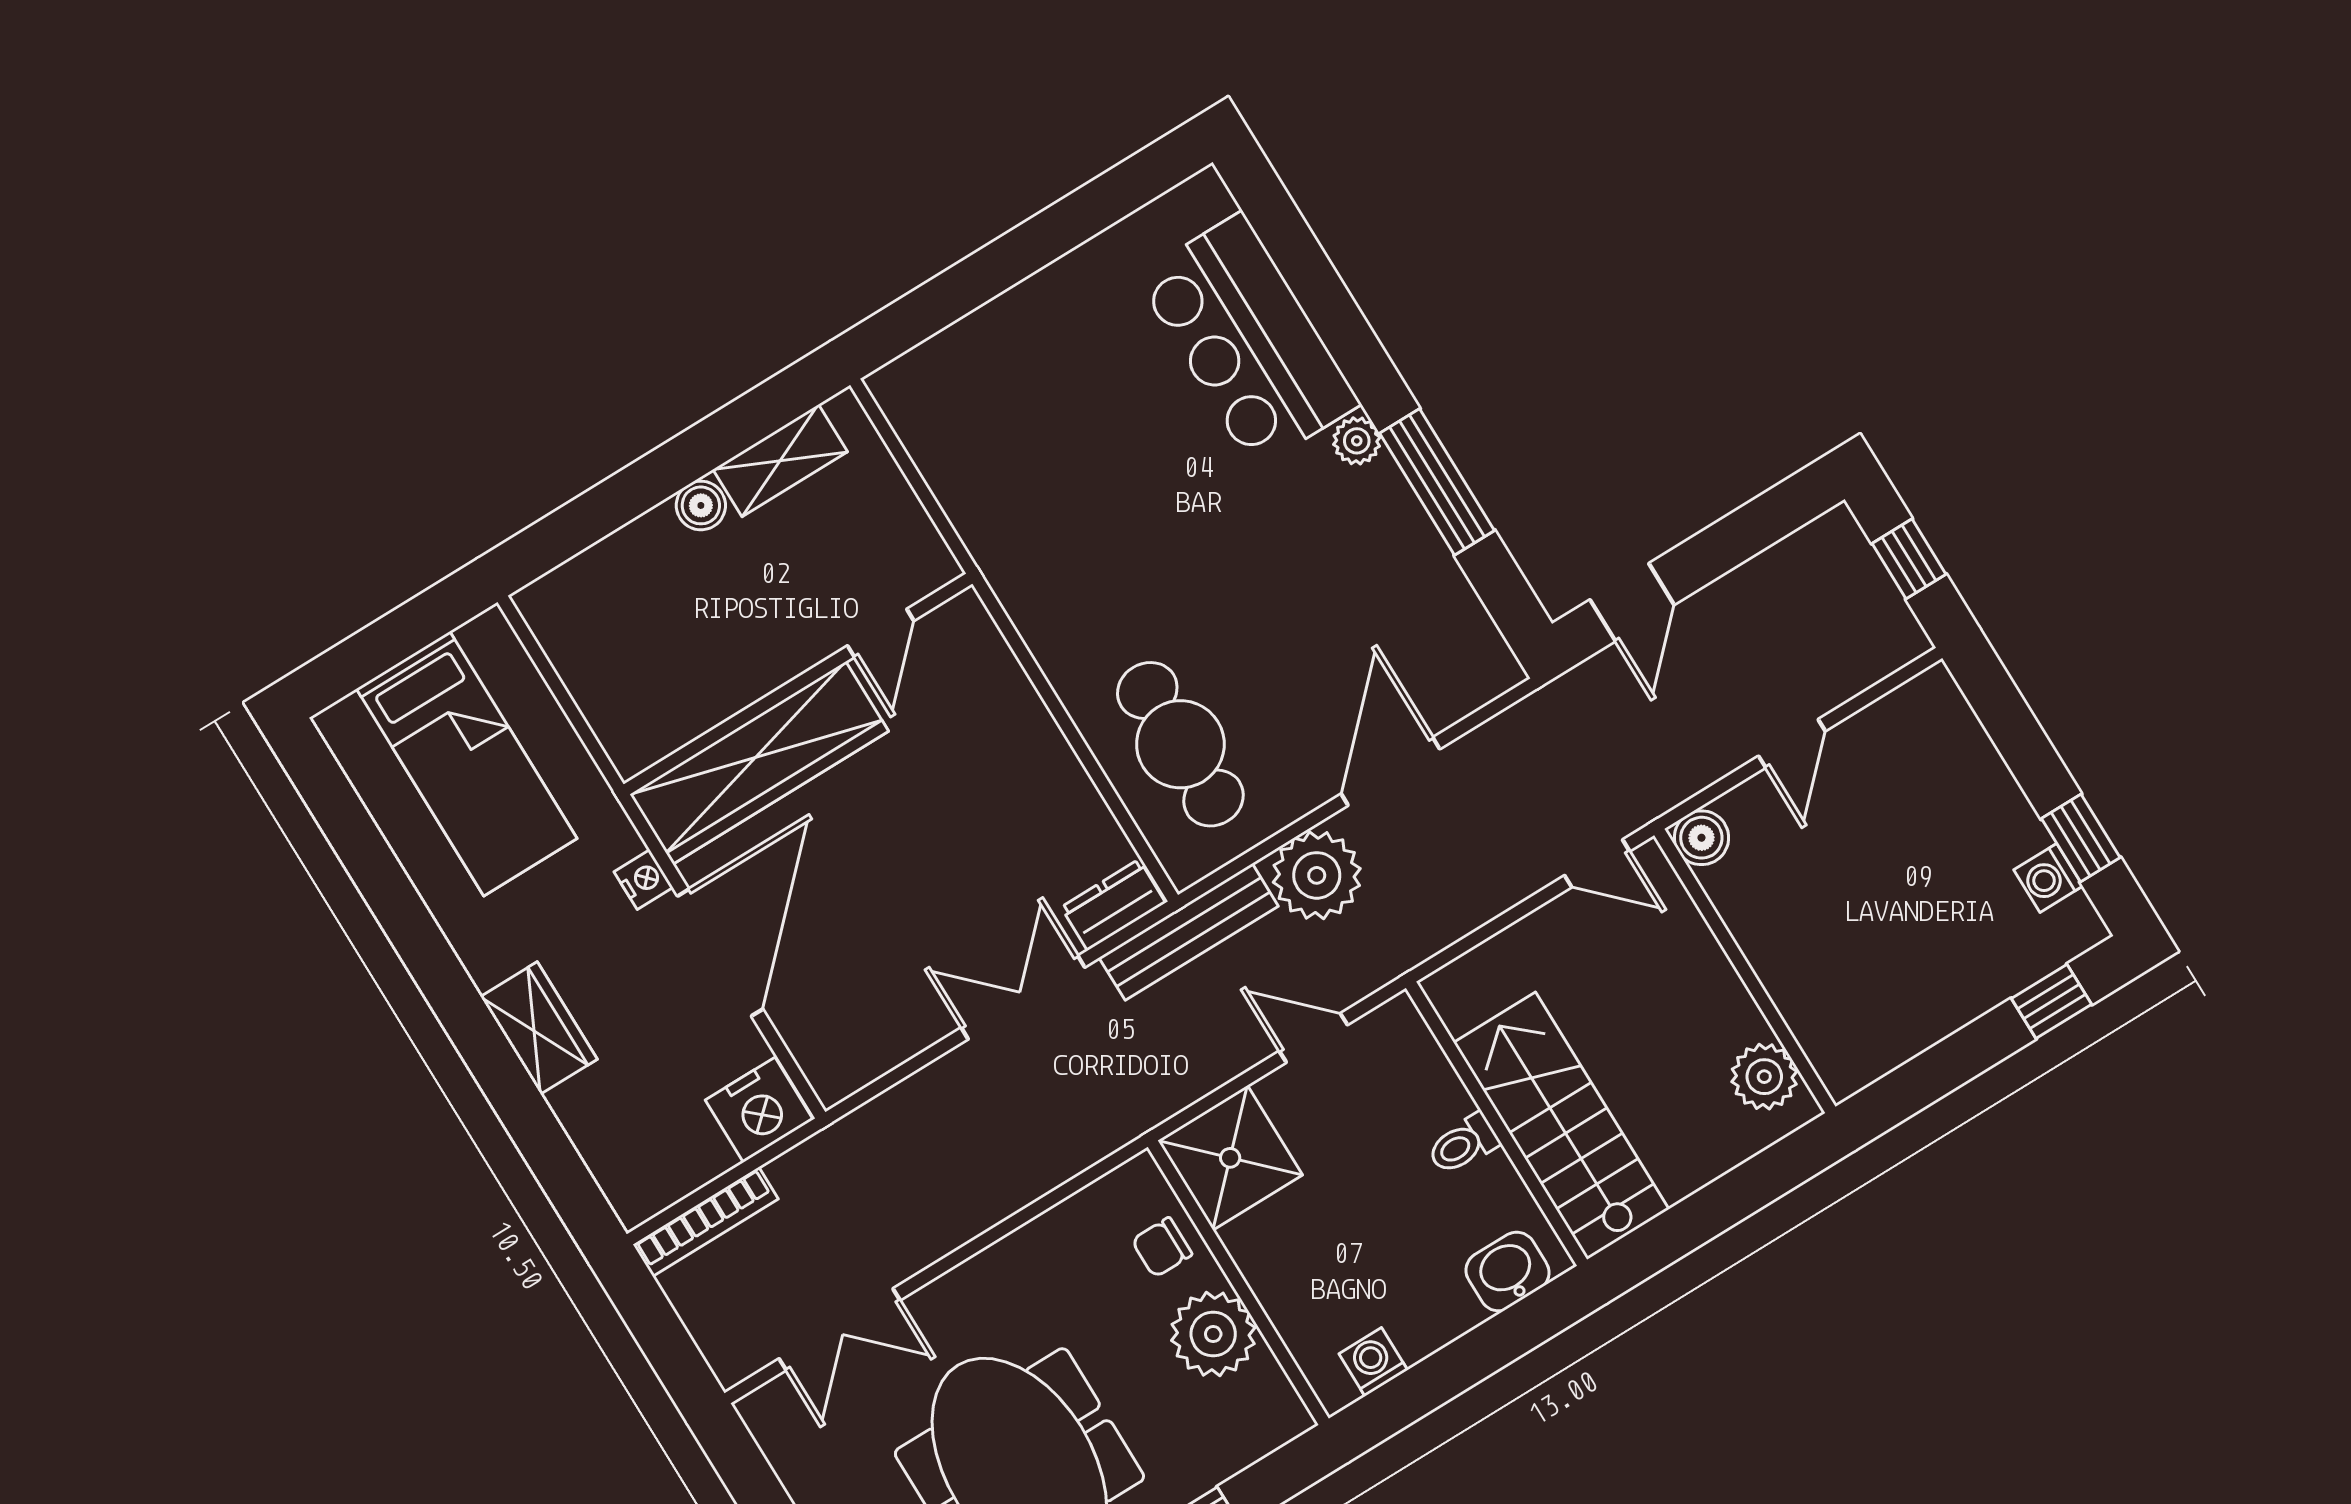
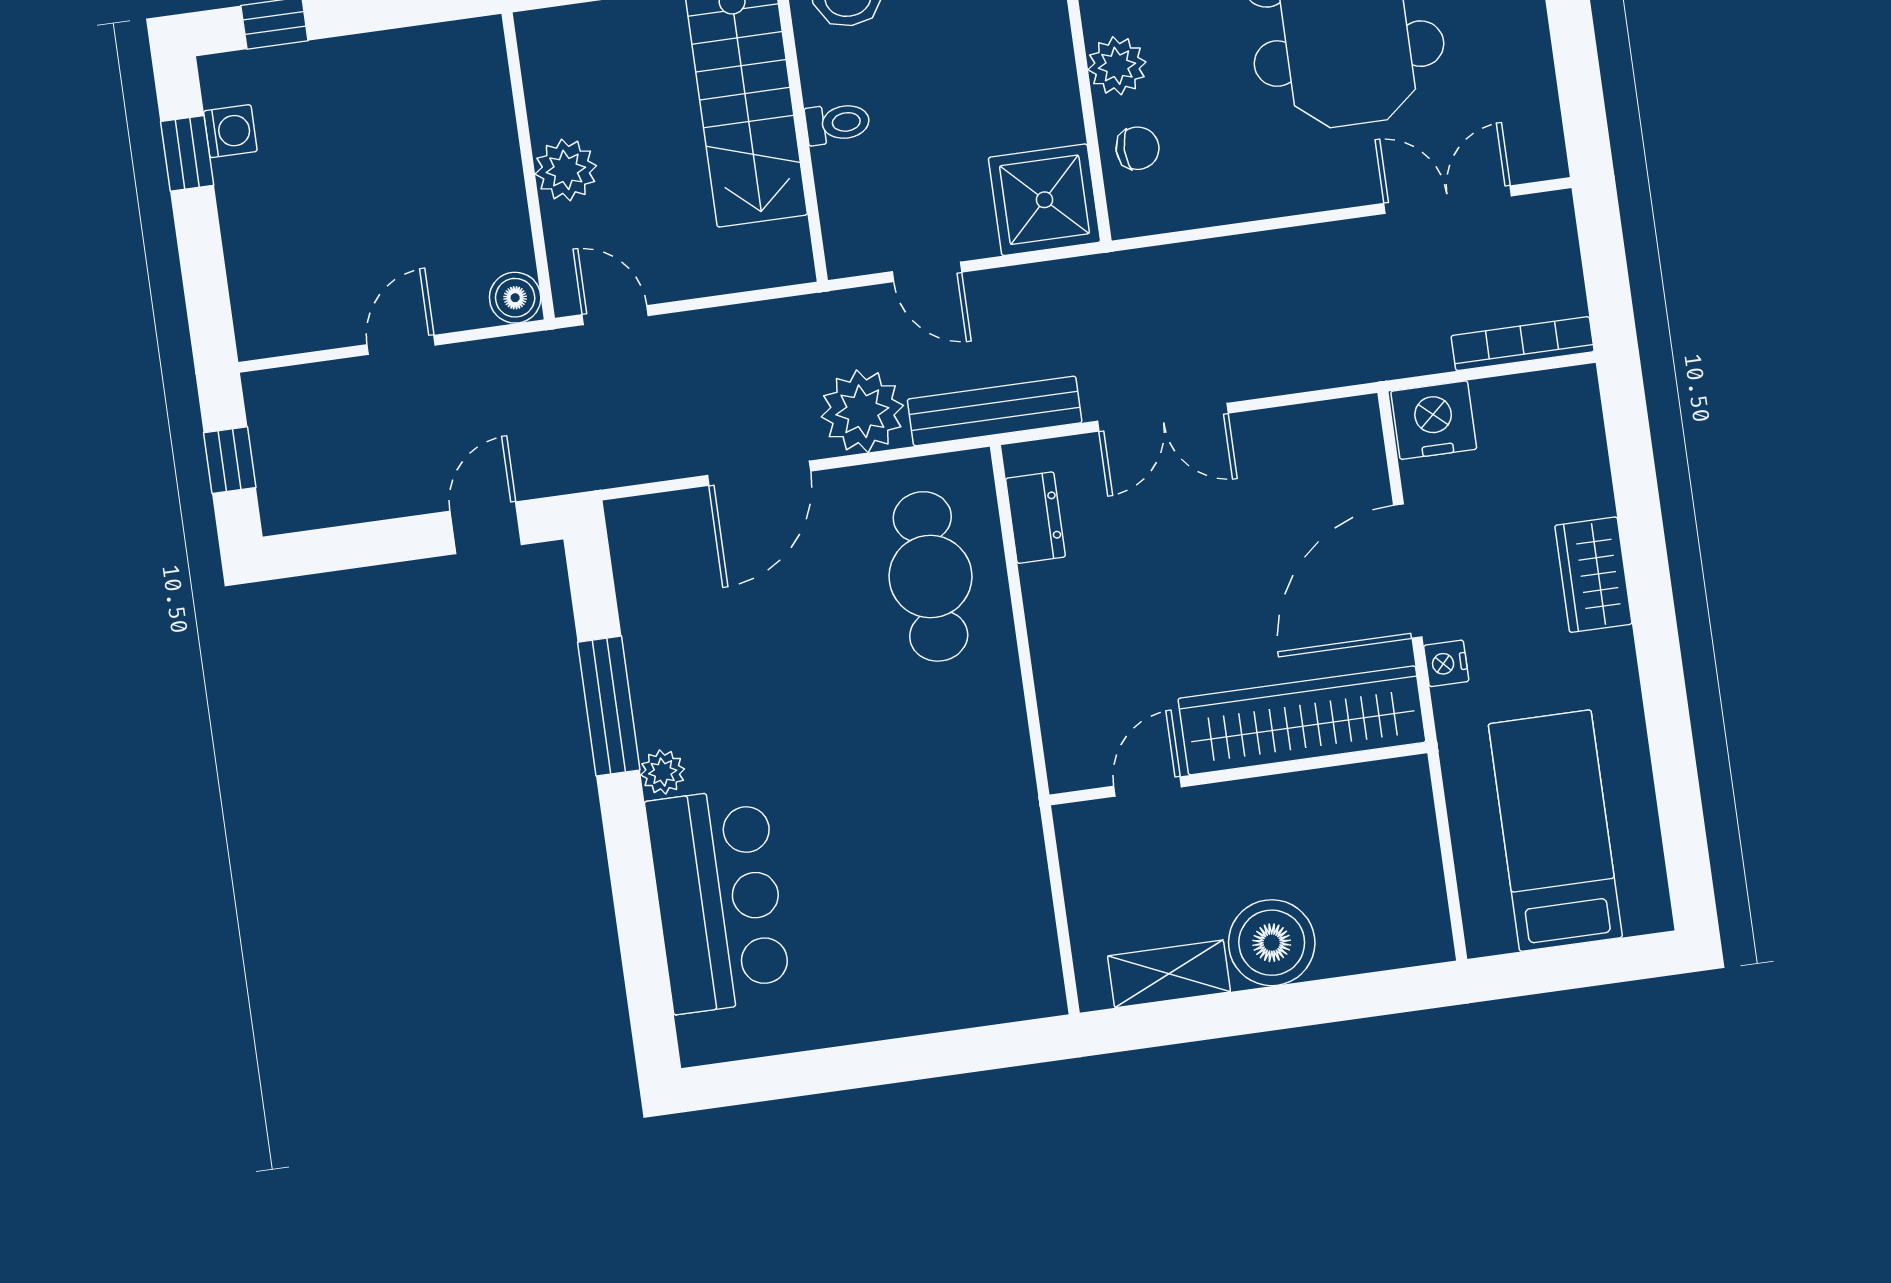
boiler: (701, 505) -> (1272, 943), width x1.86, depth x1.86
dresser: (1113, 905) -> (1035, 518), moved, turned -90
plant: (1764, 1077) -> (566, 170), moved
plant: (1213, 1334) -> (1117, 66), width x0.73, depth x0.73

